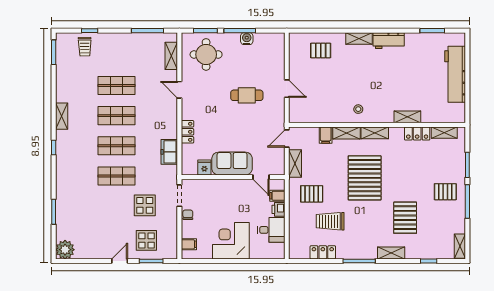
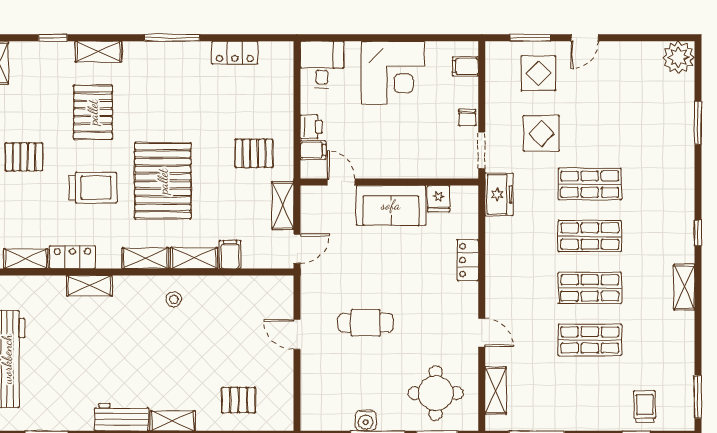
freezer: (169, 152) -> (499, 194), moved
trolley: (330, 221) -> (93, 188), moved
desk: (271, 230) -> (322, 64), moved, turned 90
shelving: (391, 253) -> (98, 52), moved

